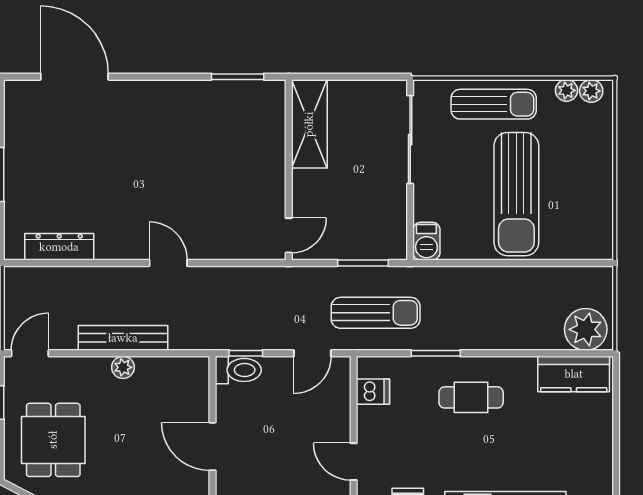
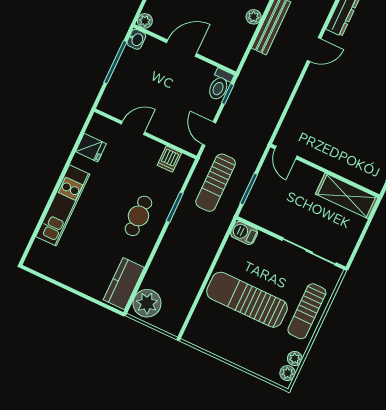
door: (168, 263) -> (314, 50), moved

